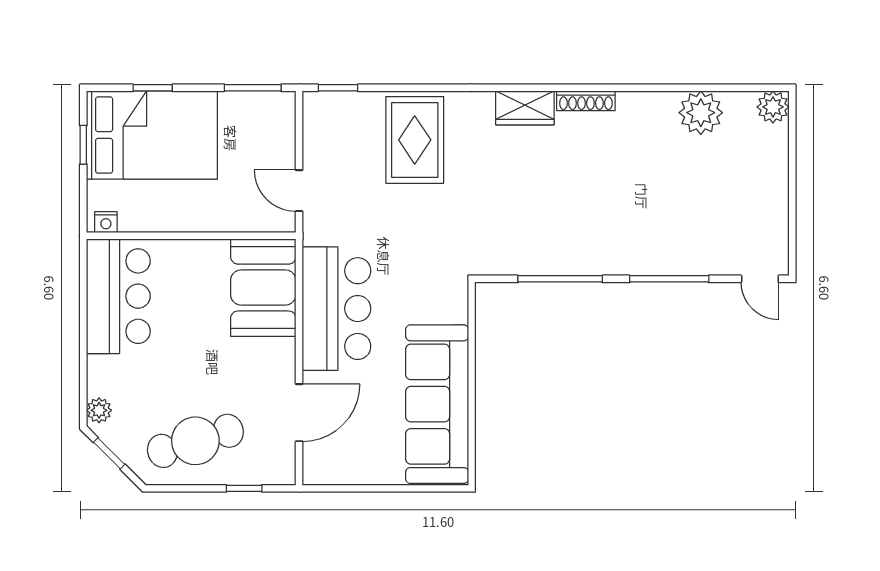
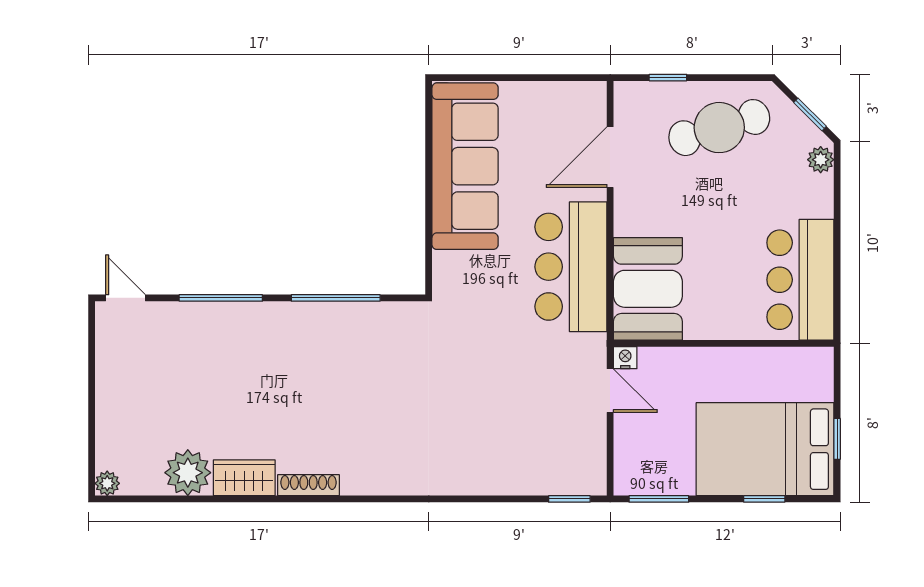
plant: (773, 107) -> (107, 483), width x0.73, depth x0.73
wardrobe: (525, 108) -> (244, 478), moved
rug: (415, 140) -> (489, 444), removed
nightstand: (106, 222) -> (625, 358), moved

